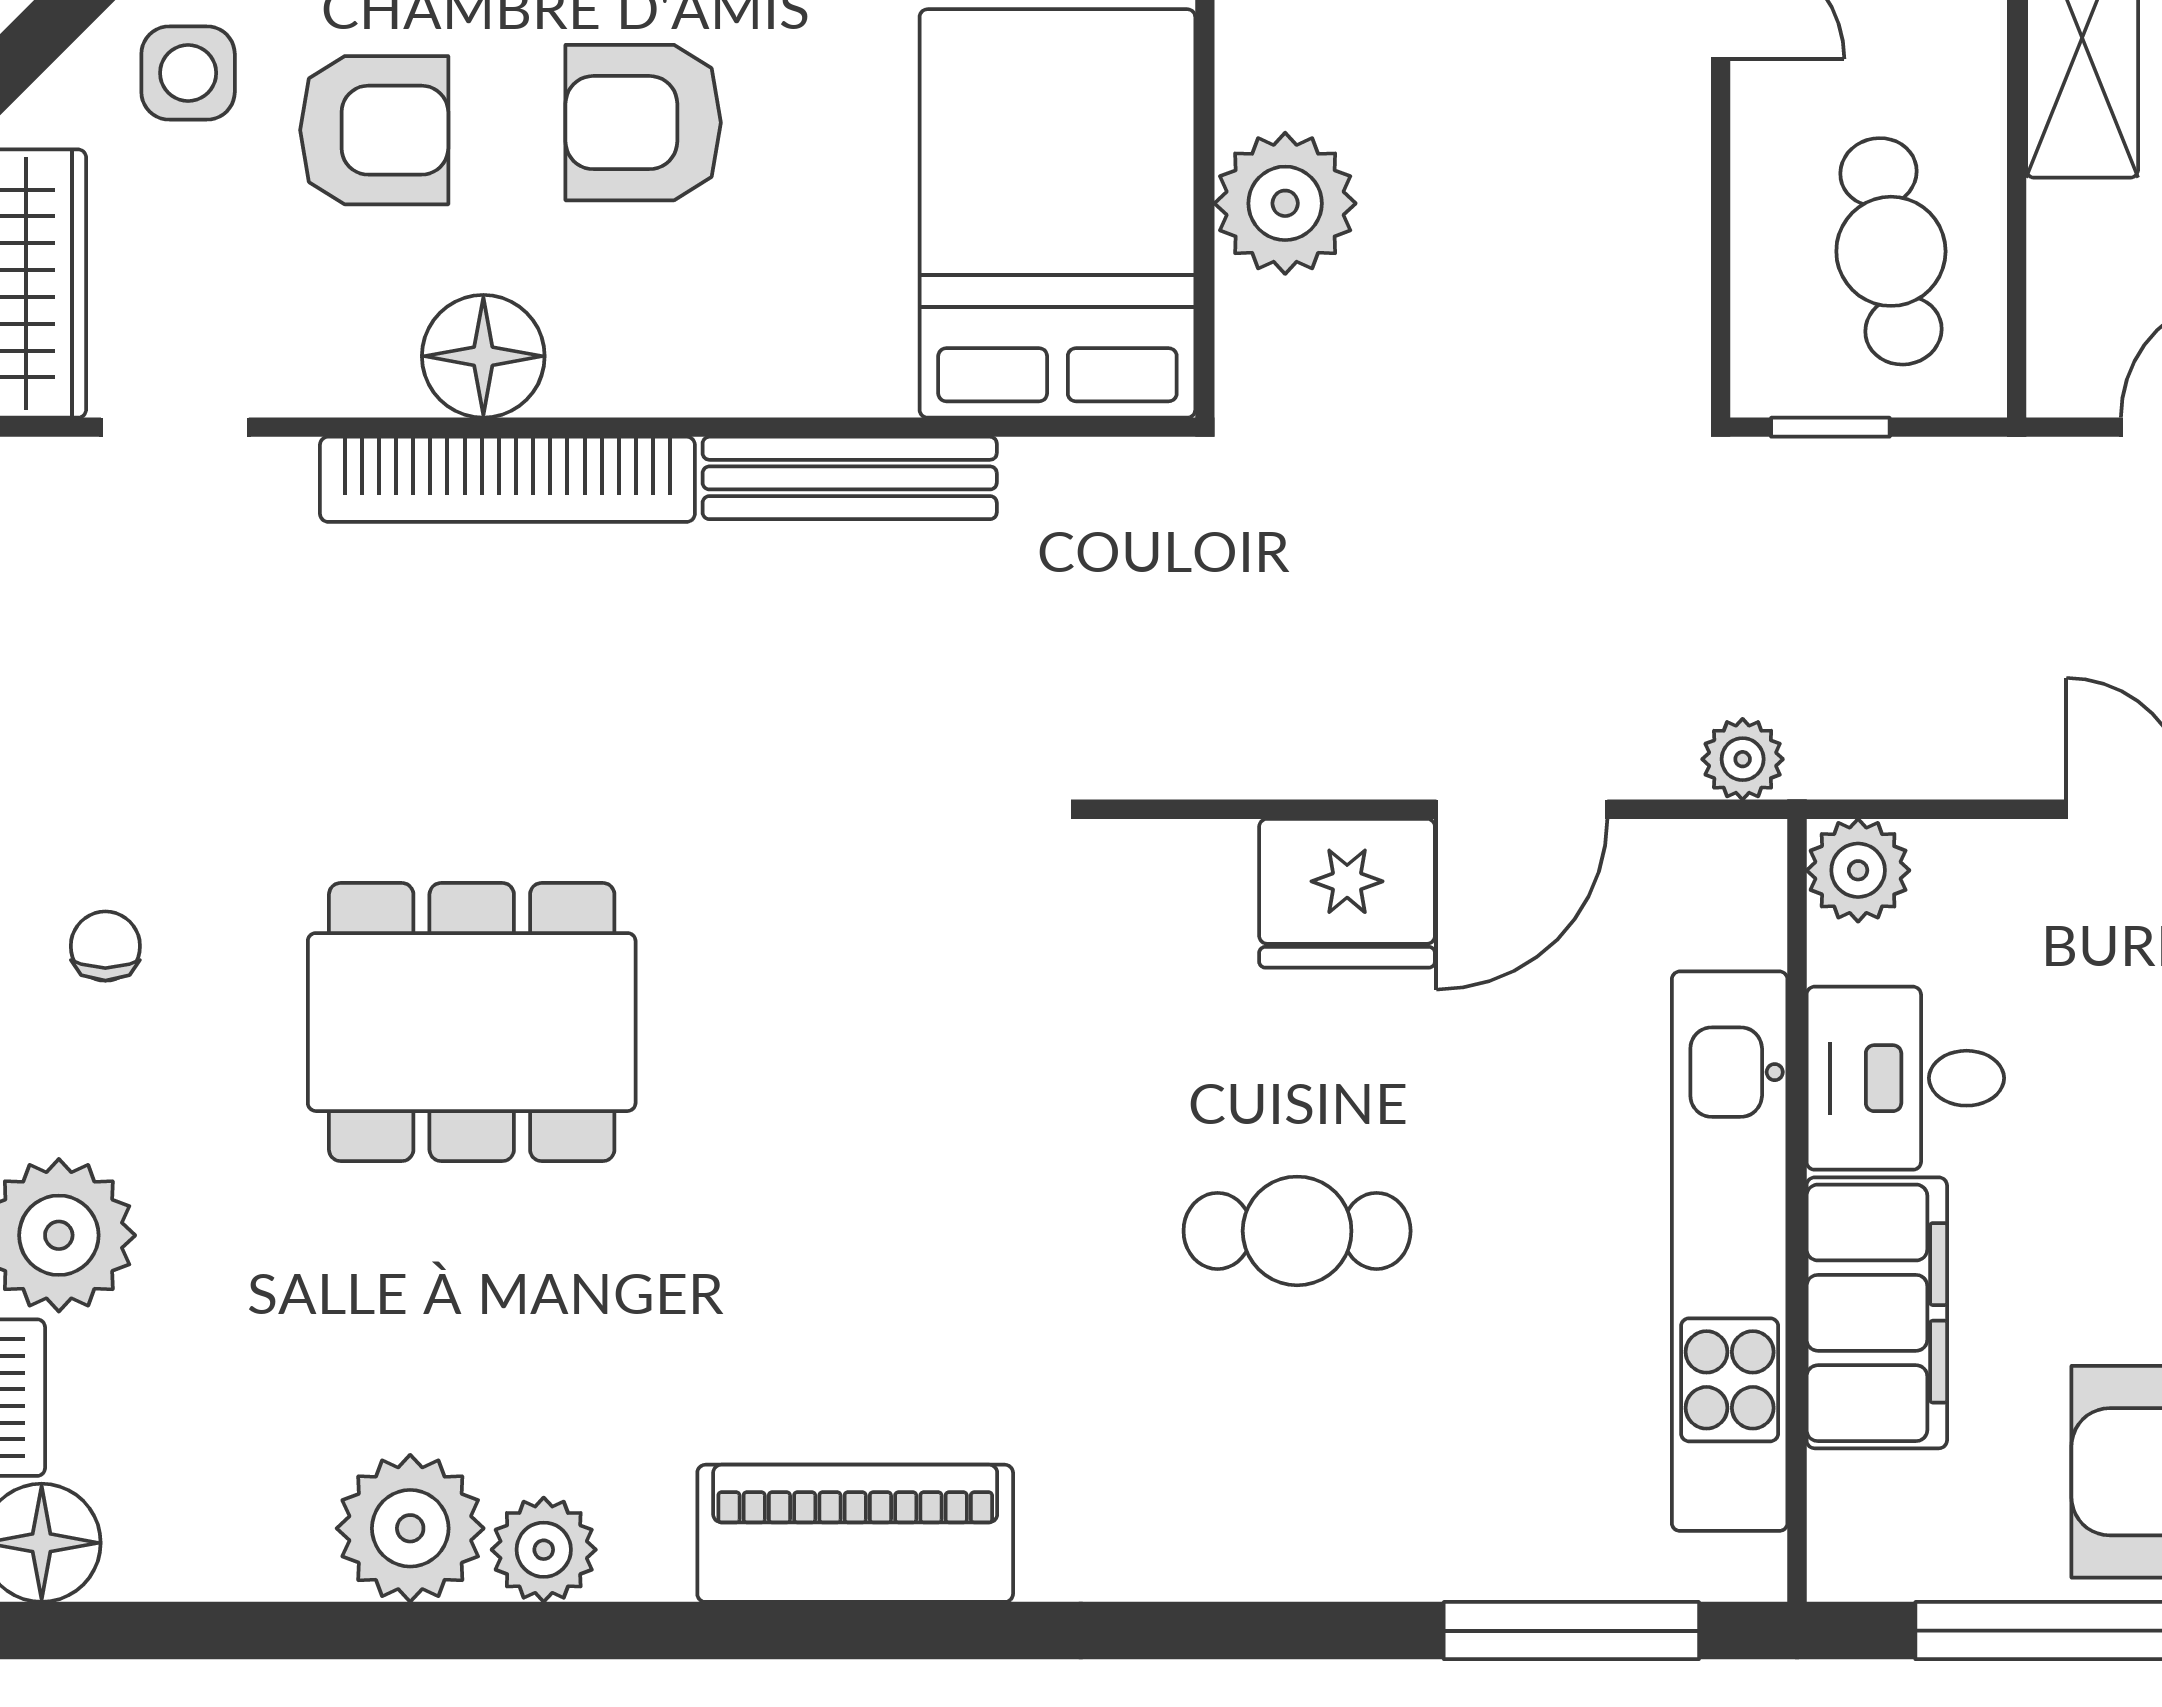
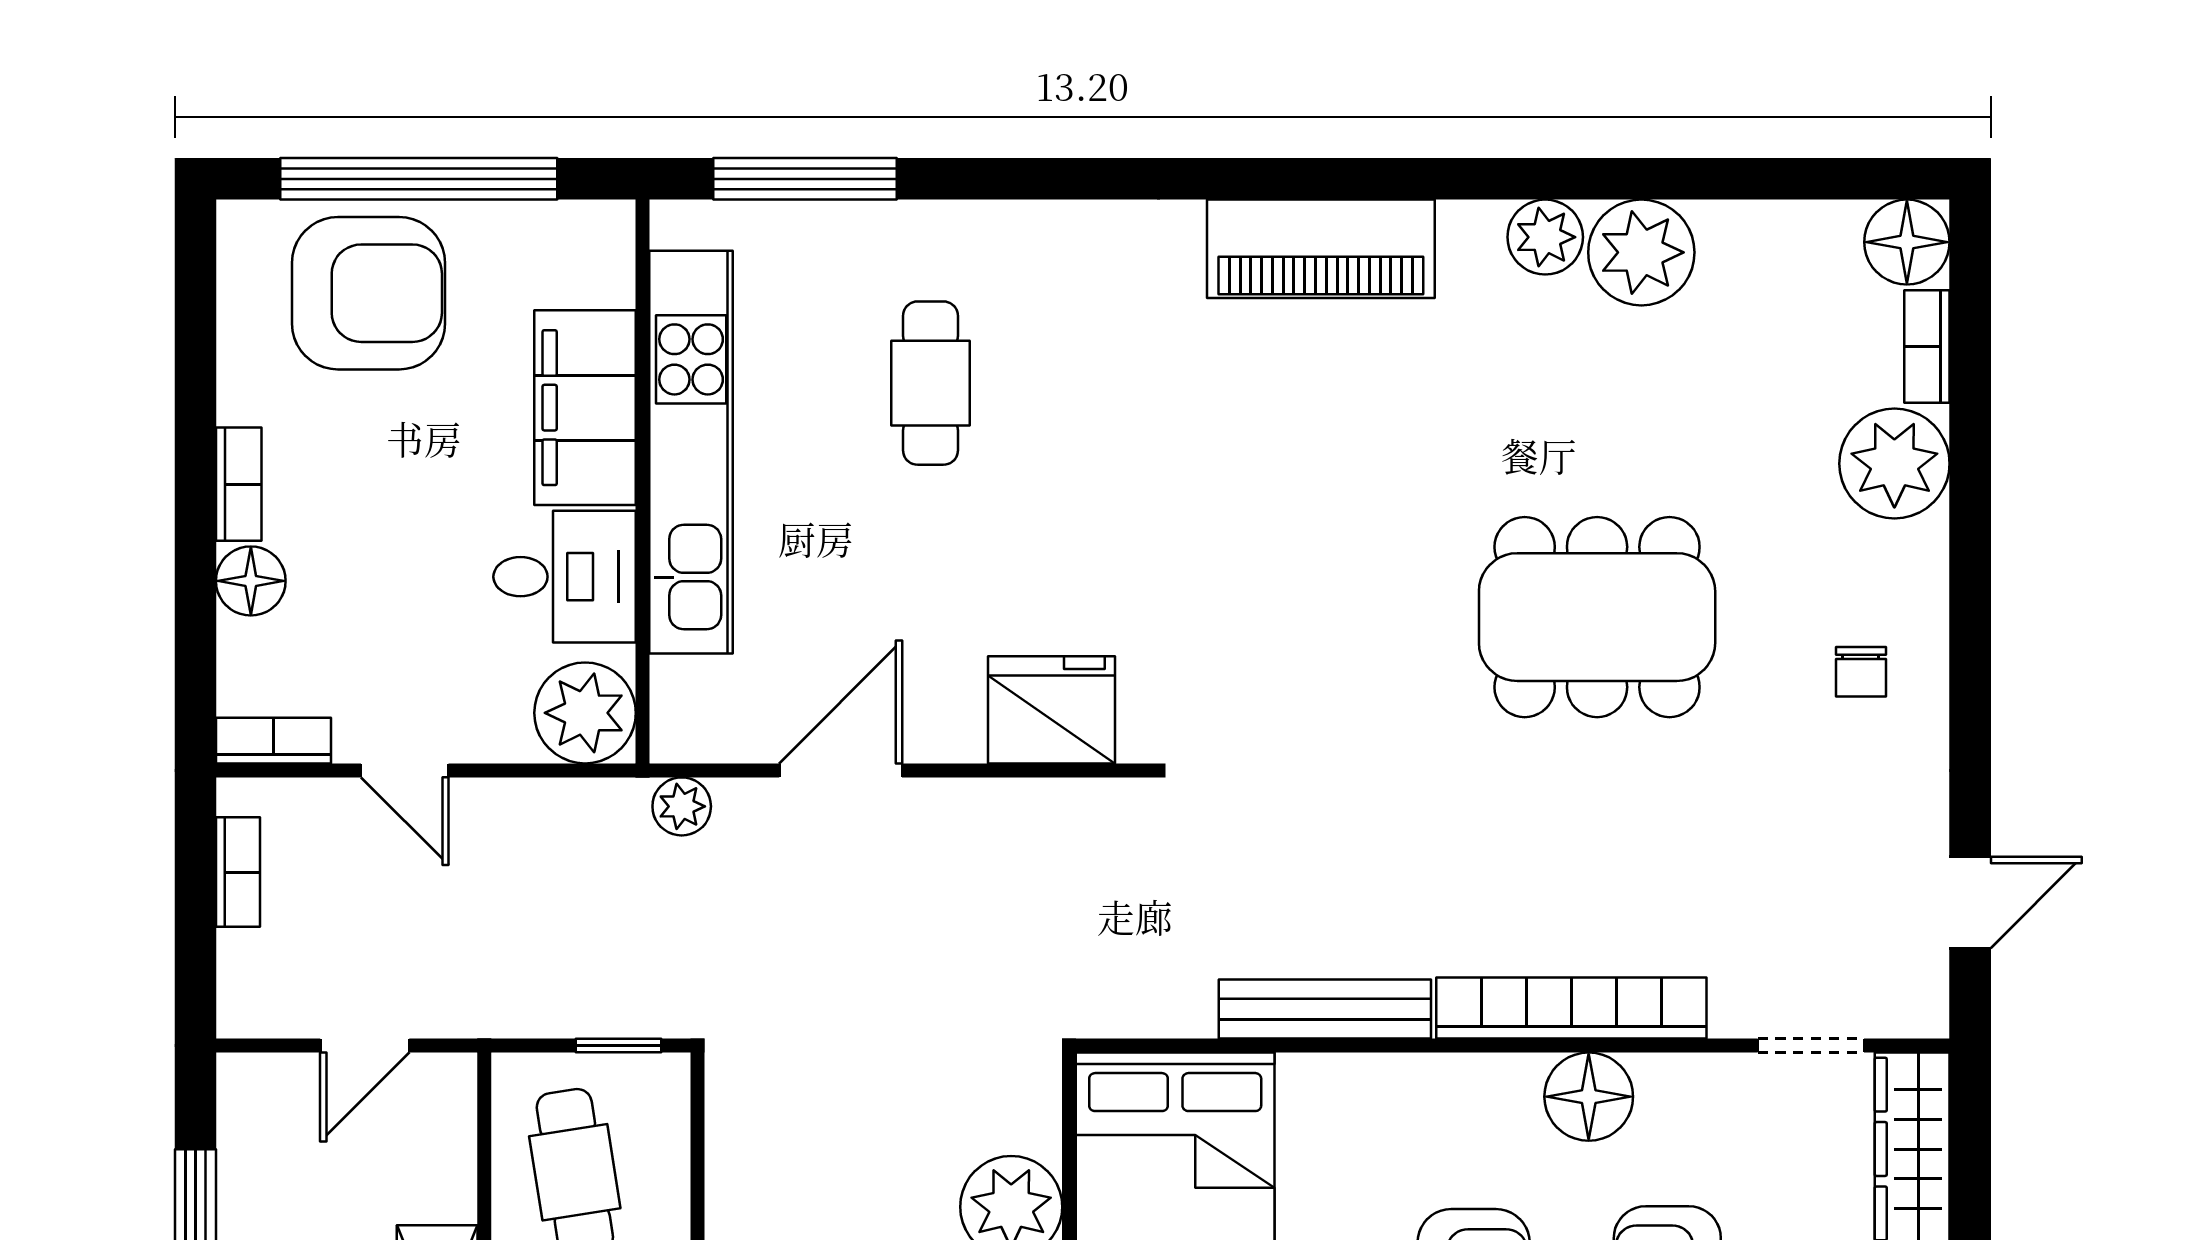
plant: (1858, 870) -> (585, 713), width x1.36, depth x1.36
fridge: (1347, 893) -> (1052, 710), moved
cafe table: (1297, 1231) -> (930, 383), moved, turned 90

